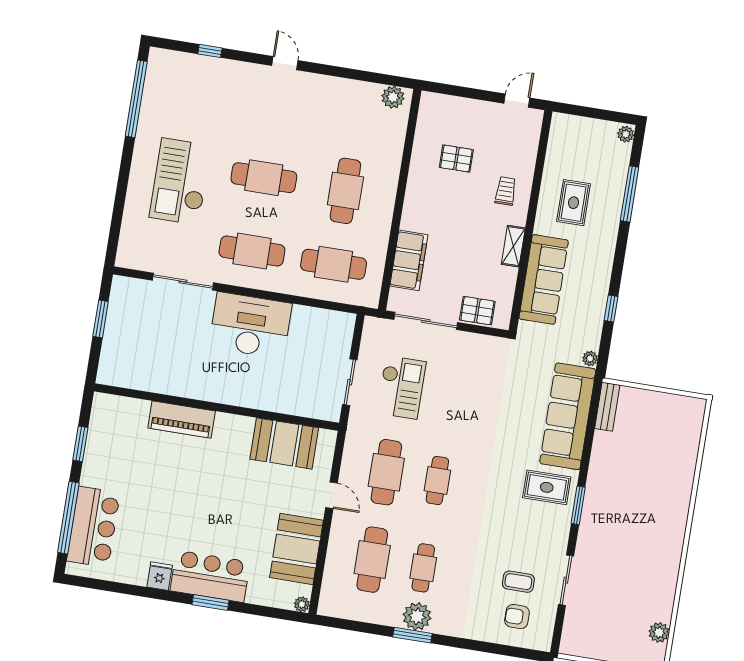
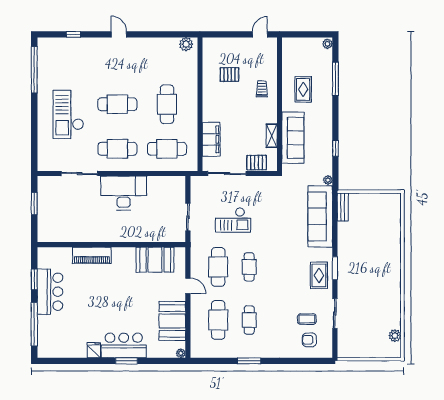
shelving: (513, 246) -> (272, 136), moved
checkout: (401, 387) -> (233, 220), moved, turned 90
rug: (547, 487) -> (319, 275), moved, turned 90
bar counter: (93, 527) -> (50, 292), moved
plant: (417, 616) -> (250, 349), removed

